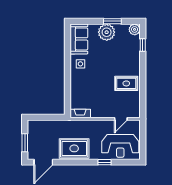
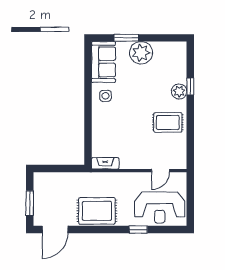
window: (112, 21) -> (126, 38), moved
plant: (135, 29) -> (179, 91), moved
window: (143, 45) -> (190, 86), moved

